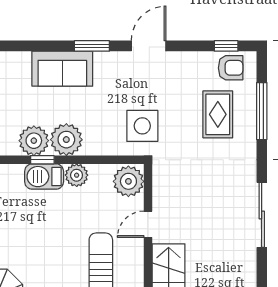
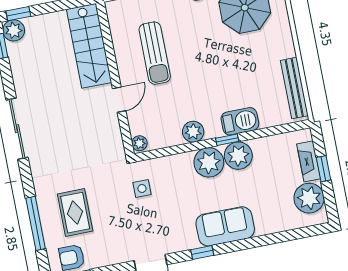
window: (92, 46) -> (202, 252), width x0.67
side table: (142, 126) -> (142, 188), width x0.54, depth x0.54
barbecue: (44, 177) -> (240, 121), moved
plant: (128, 181) -> (139, 143), width x0.53, depth x0.53

